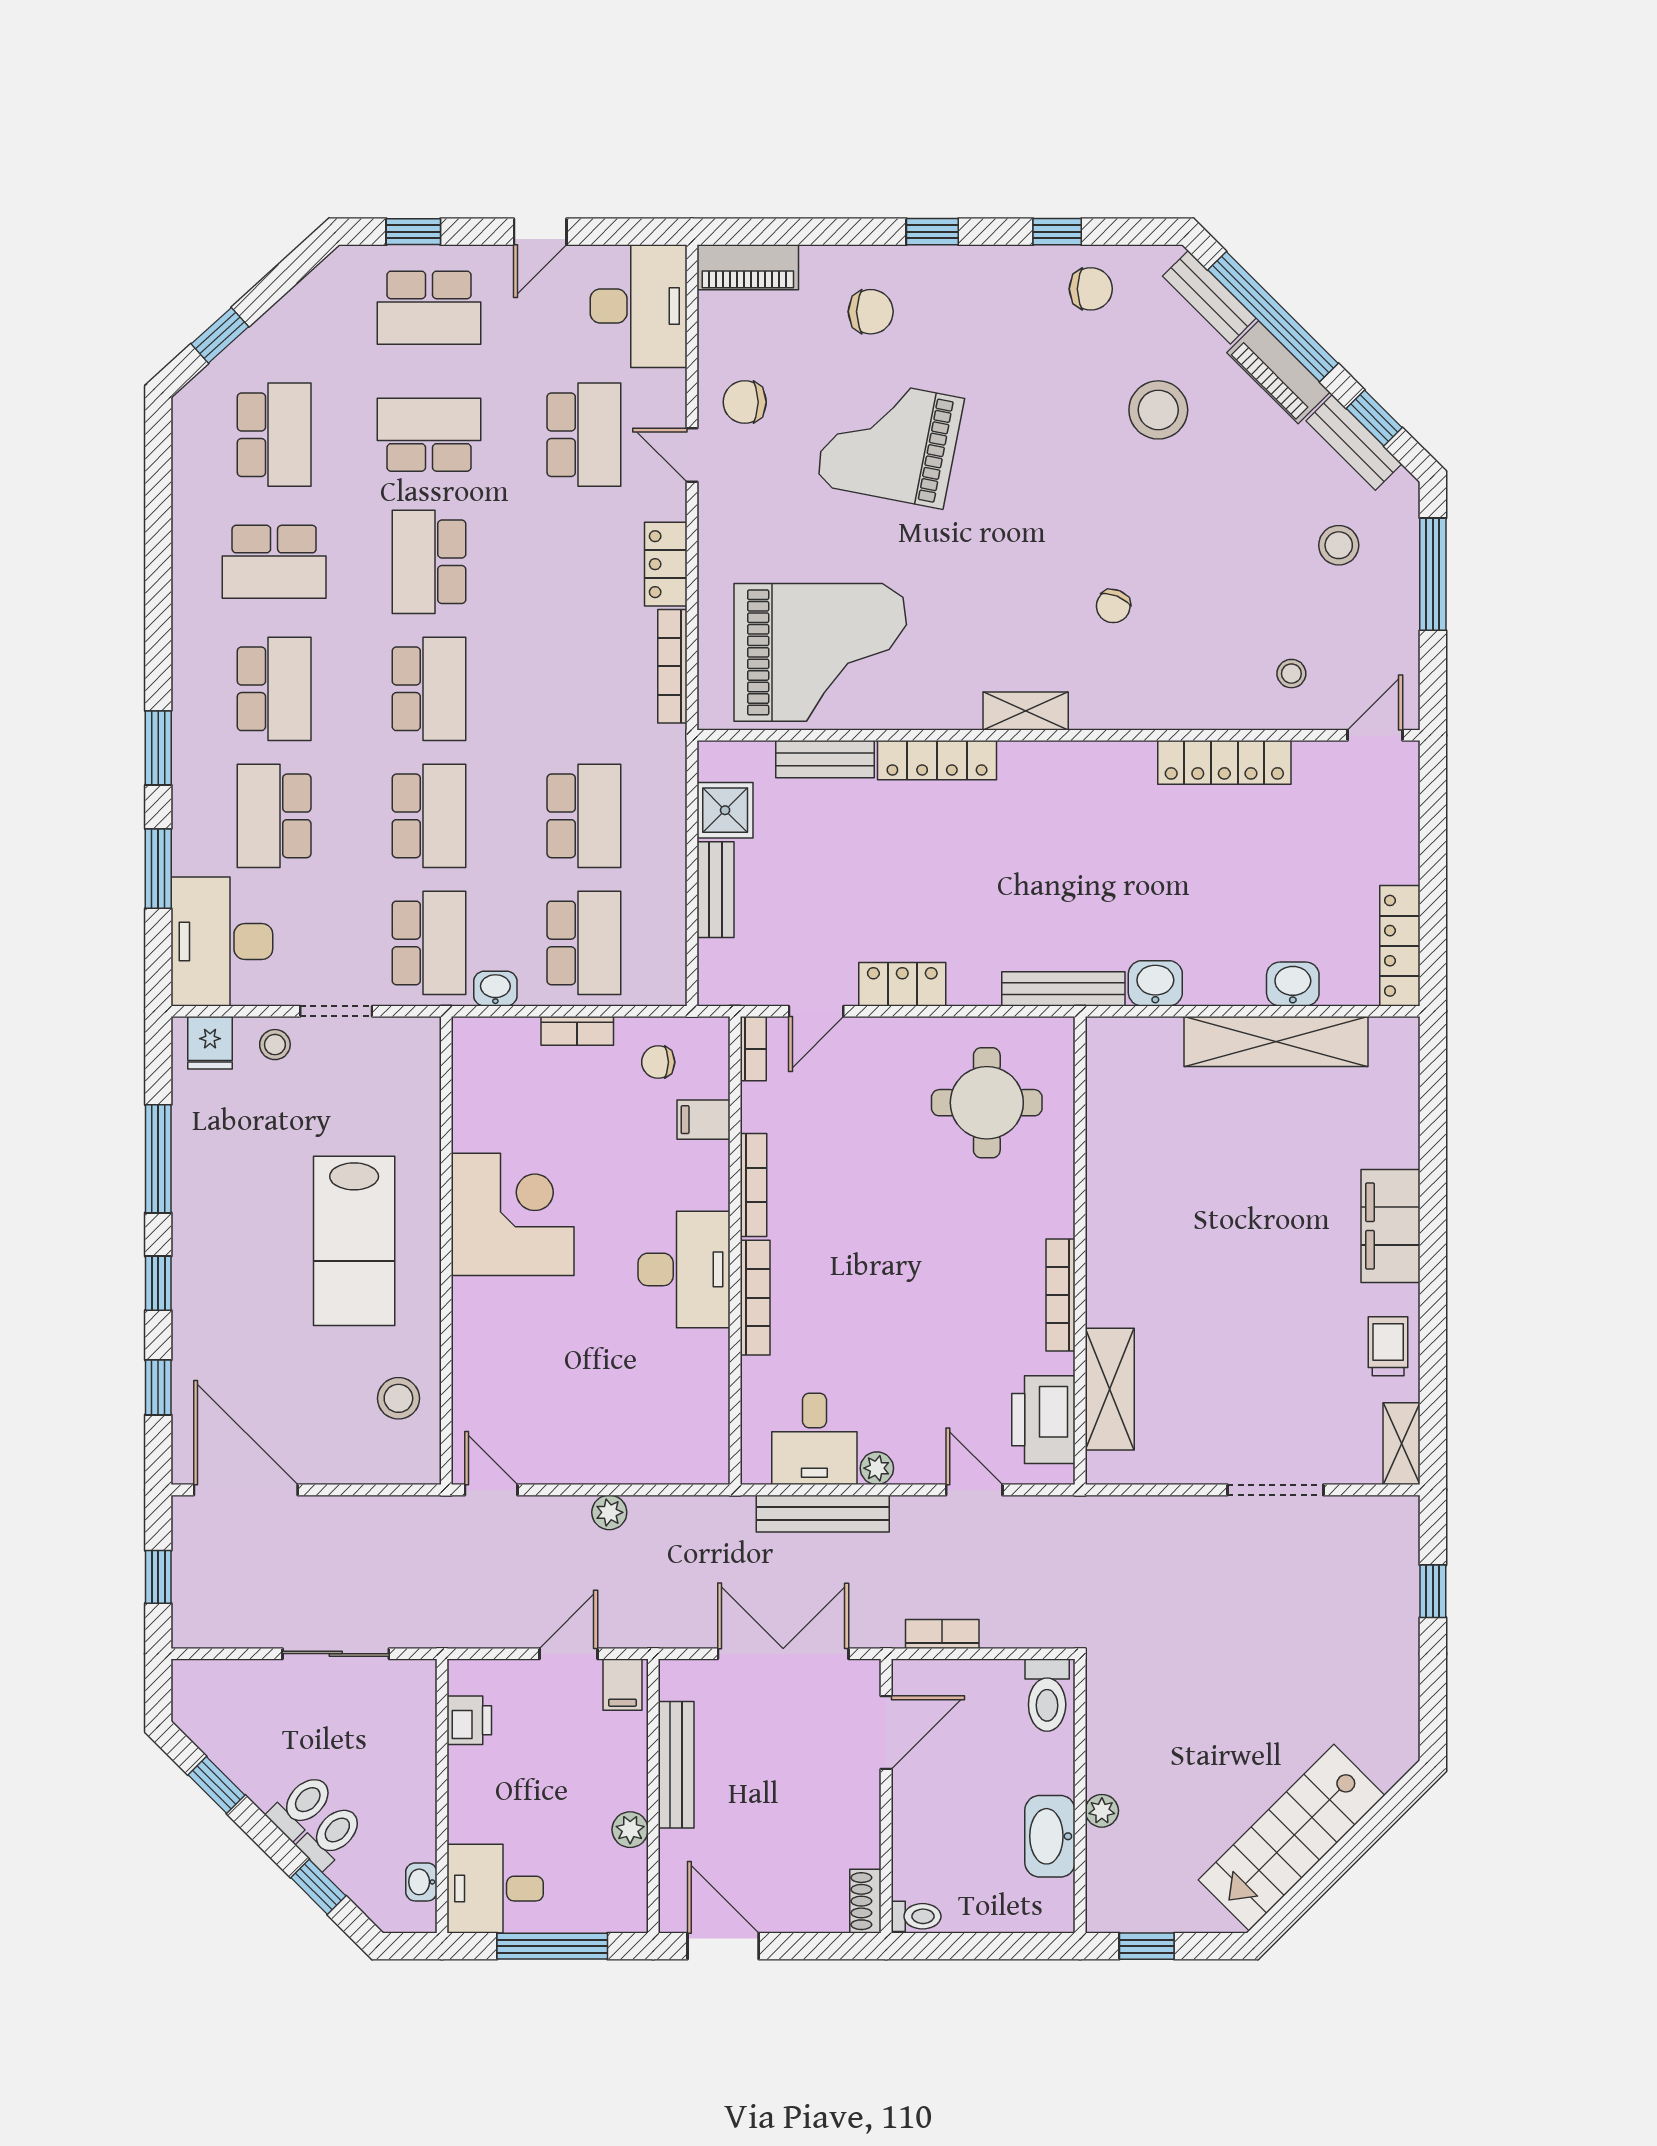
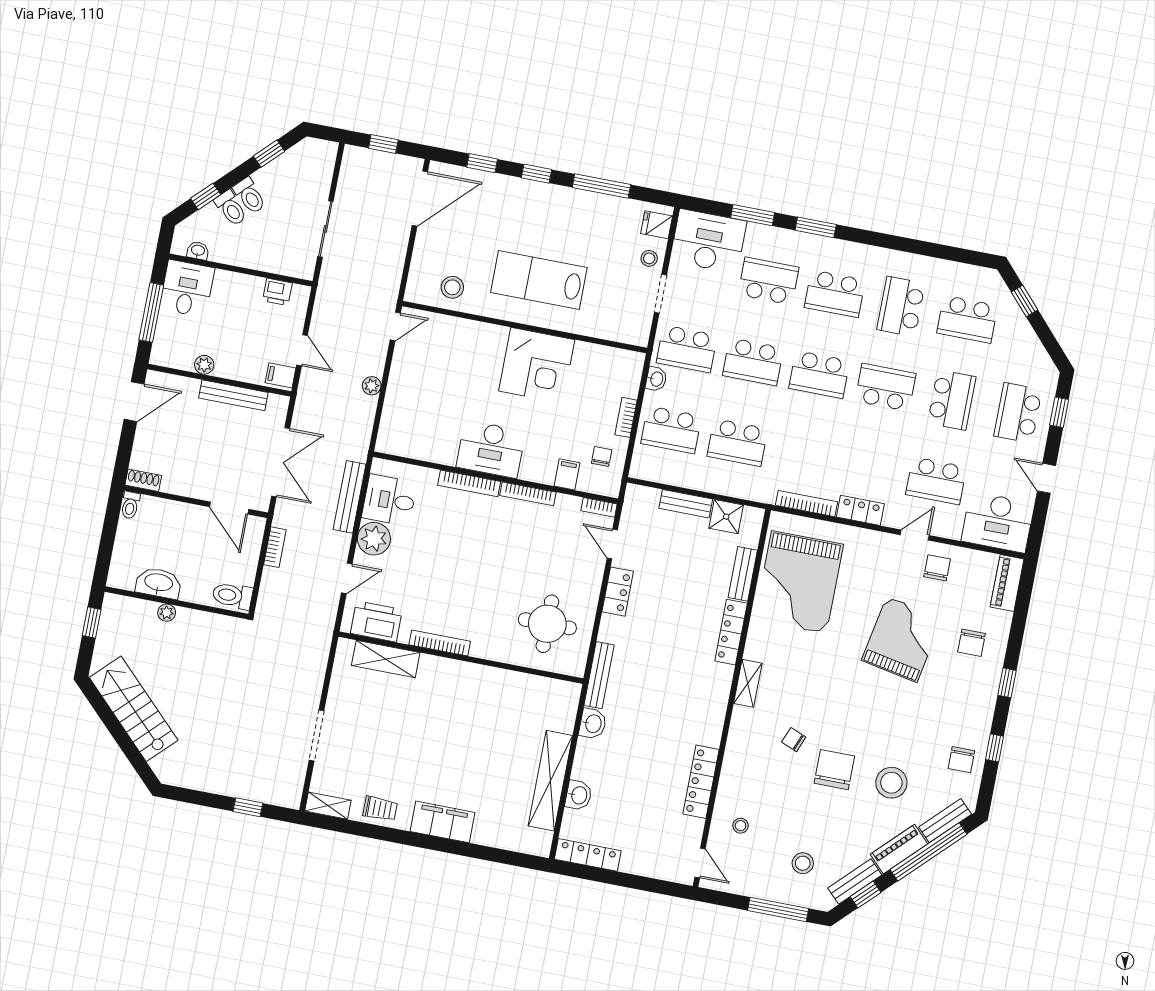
chair: (1154, 520) -> (834, 770), added
plant: (877, 1468) -> (374, 539), width x1.88, depth x1.88

